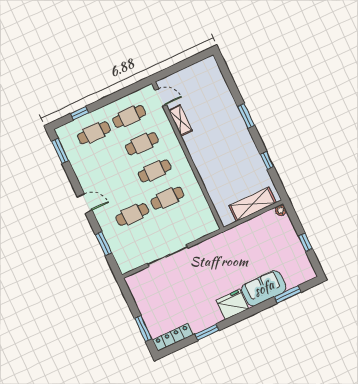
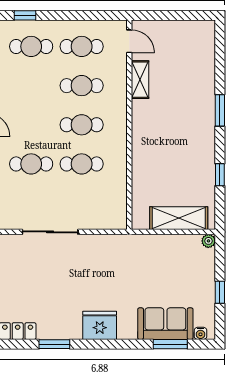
water cooler: (305, 277) -> (201, 333), added
sofa: (264, 288) -> (165, 324), moved

